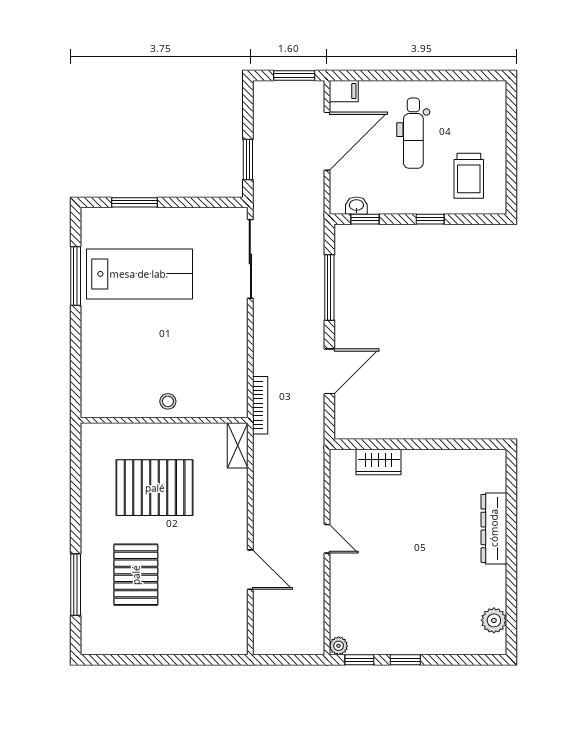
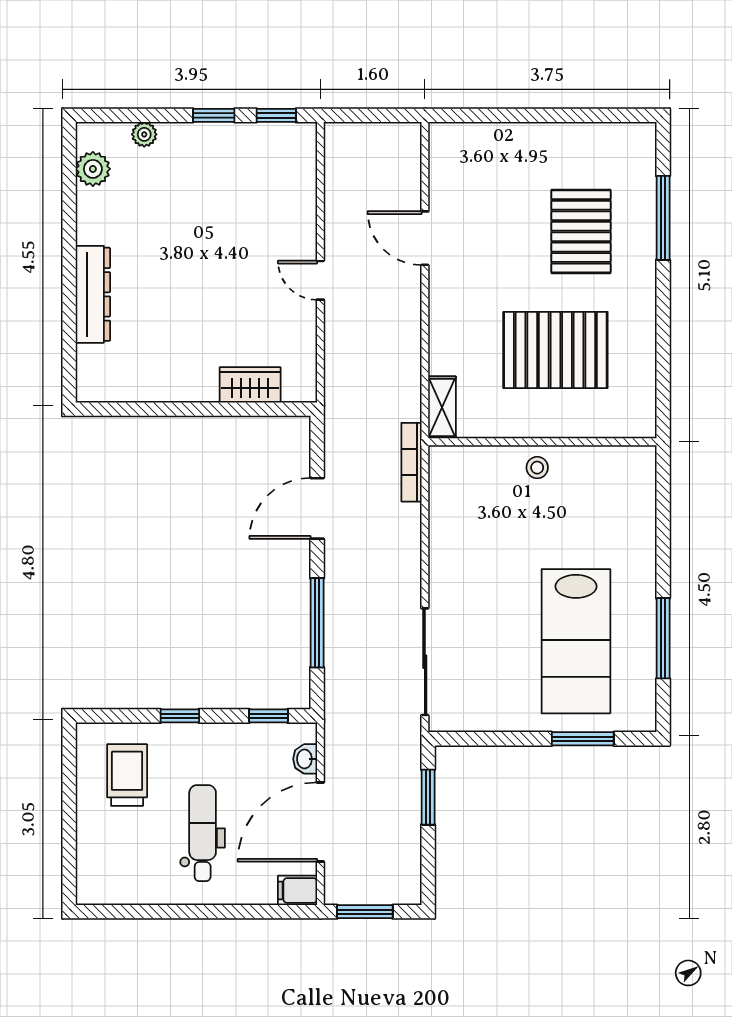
washbasin: (356, 206) -> (305, 759), moved, turned 90
lab bench: (139, 274) -> (576, 641), turned -90
plant: (339, 646) -> (144, 134), moved

